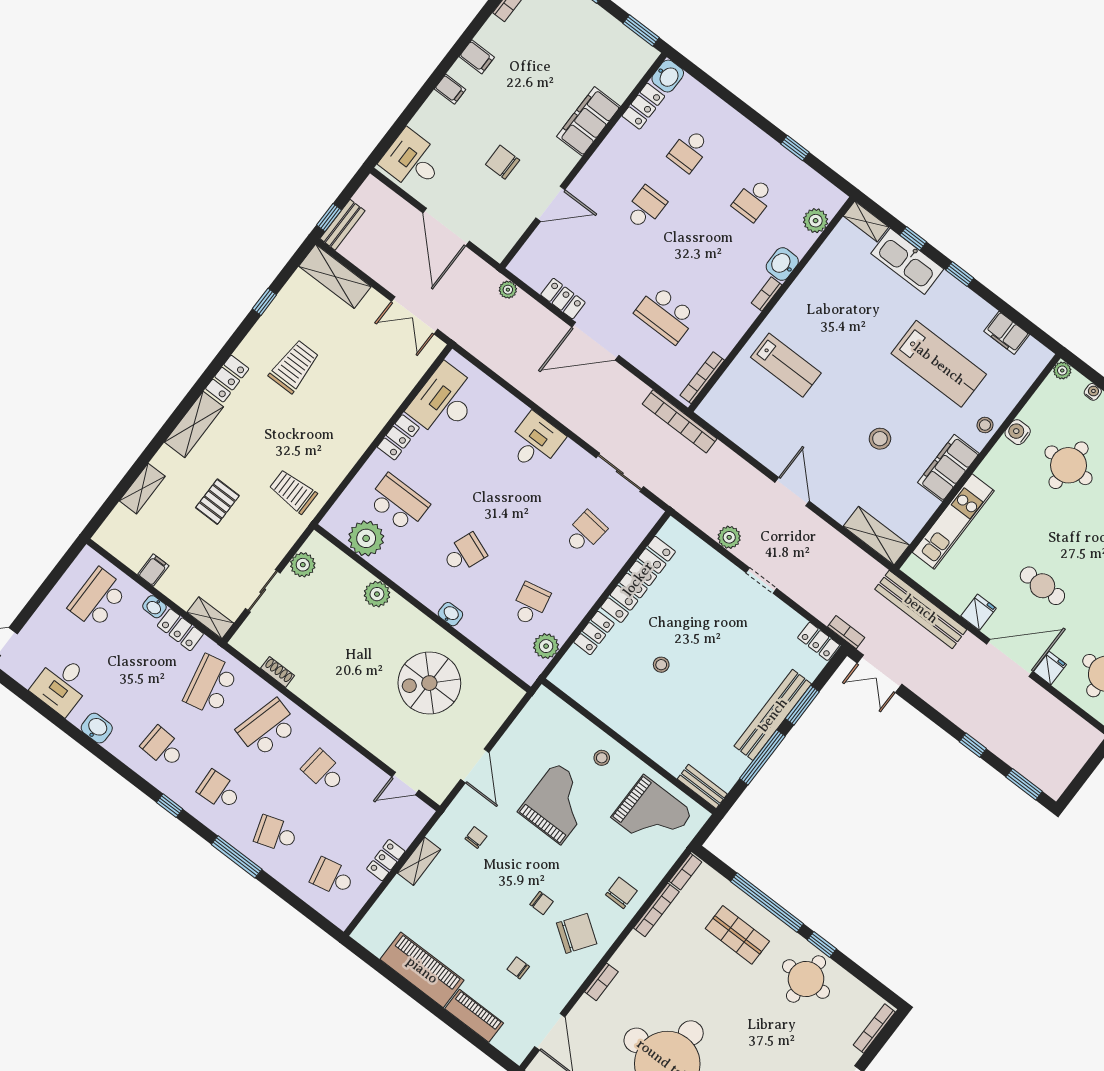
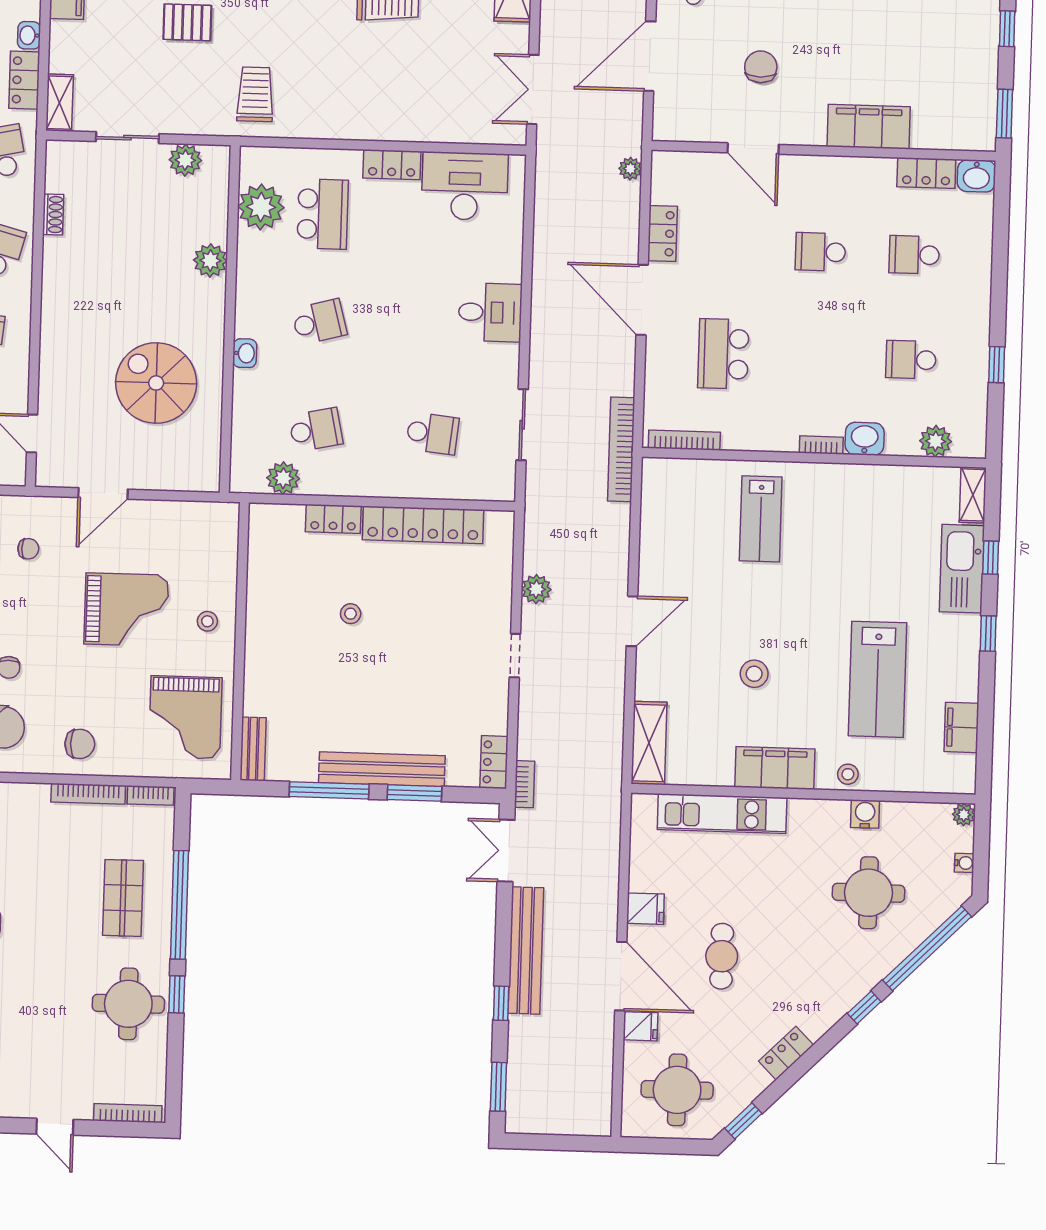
school desk: (645, 208) -> (820, 252), turned 180
school desk: (464, 553) -> (319, 322), turned -36
bench: (921, 609) -> (526, 951), moved

